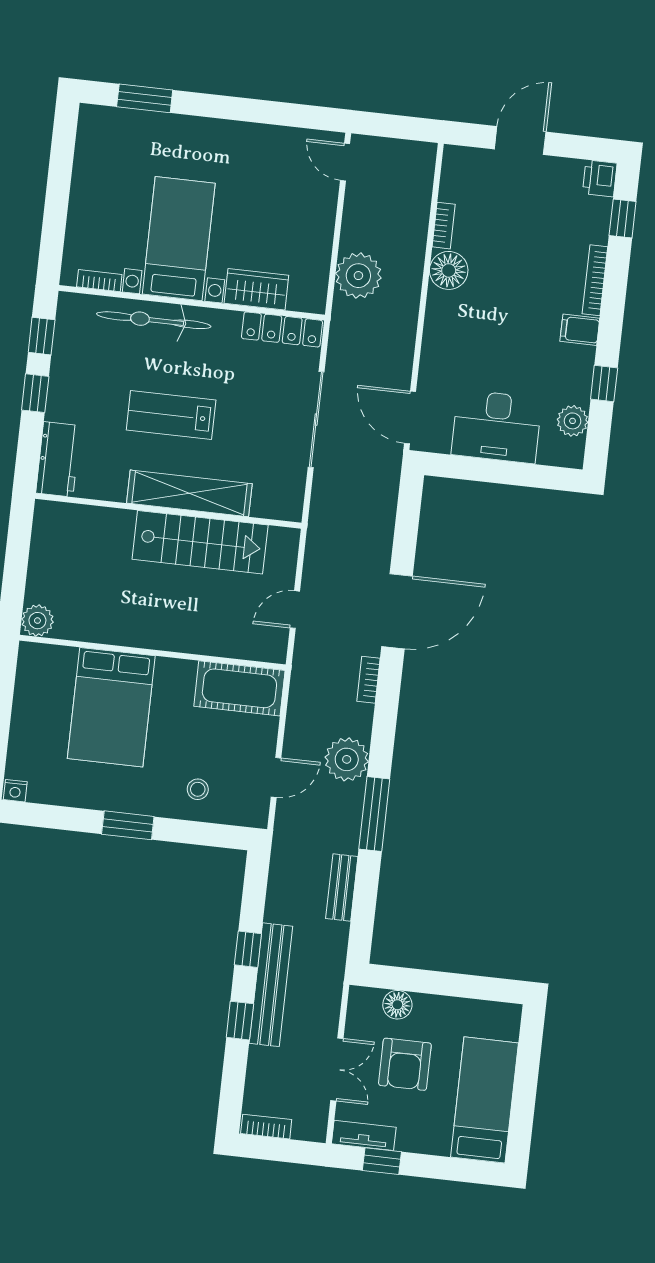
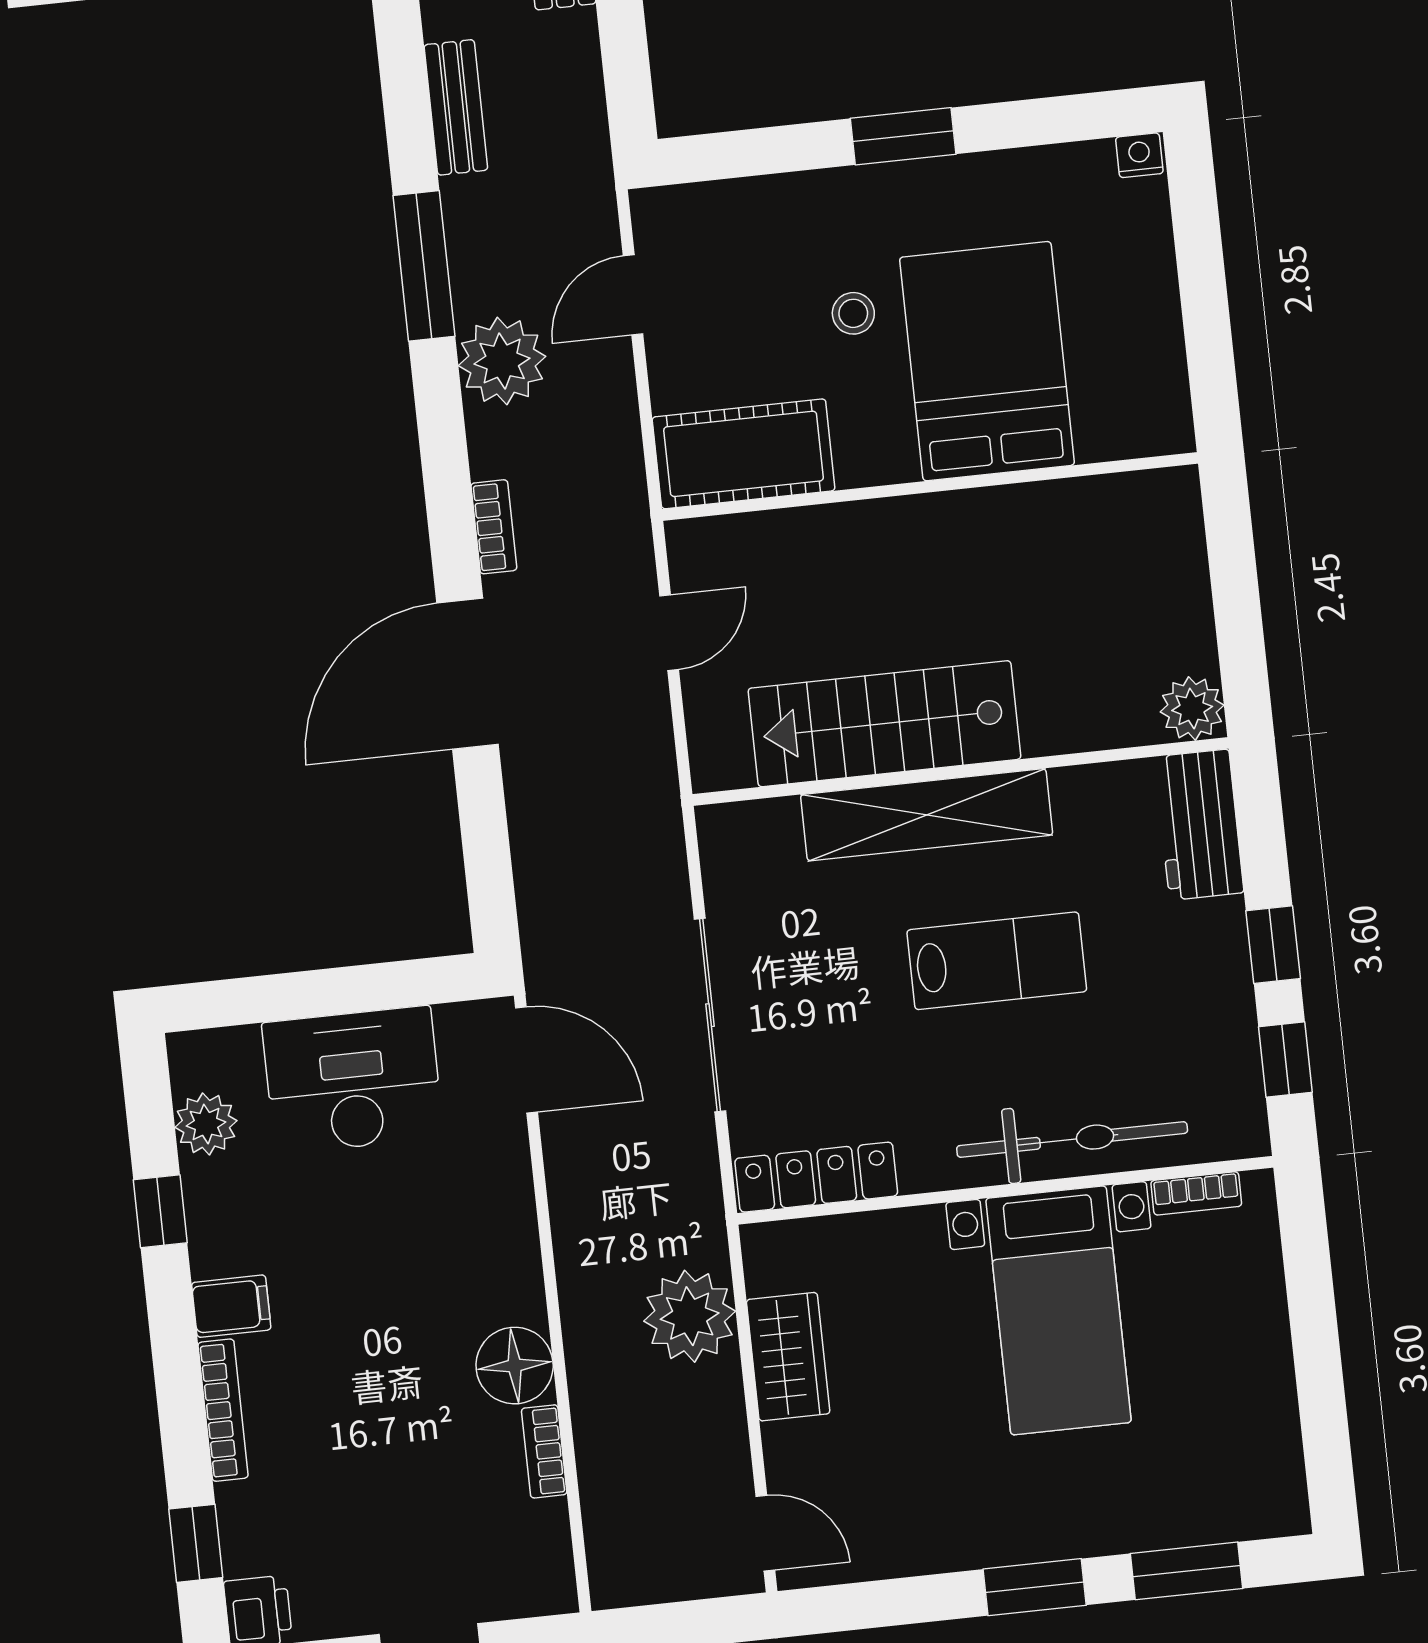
window: (220, 107) -> (1035, 1587), added
wardrobe: (256, 289) -> (788, 1357), moved, turned -90
plant: (37, 621) -> (1192, 709), moved
stool: (198, 789) -> (853, 313), moved

